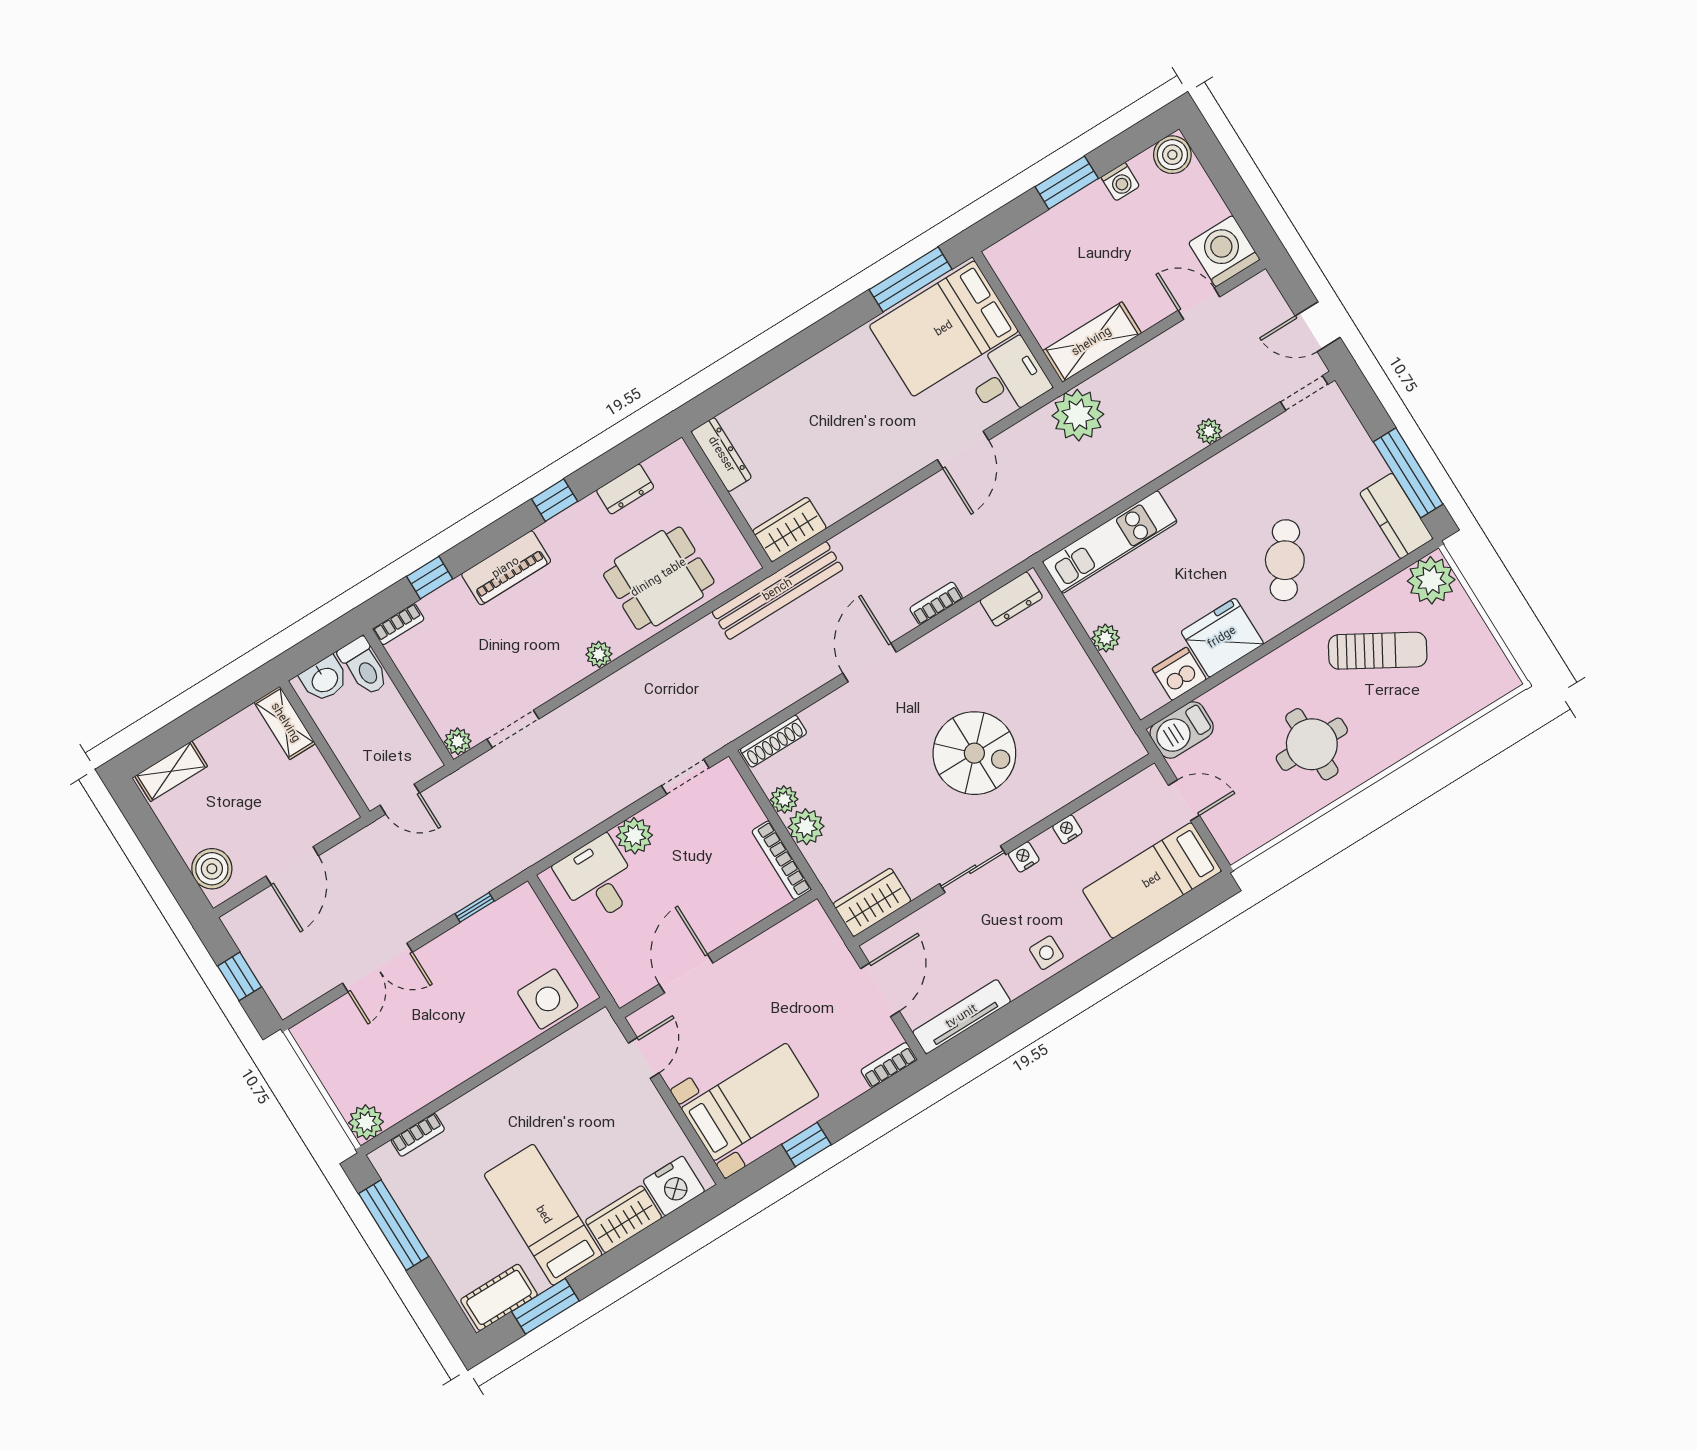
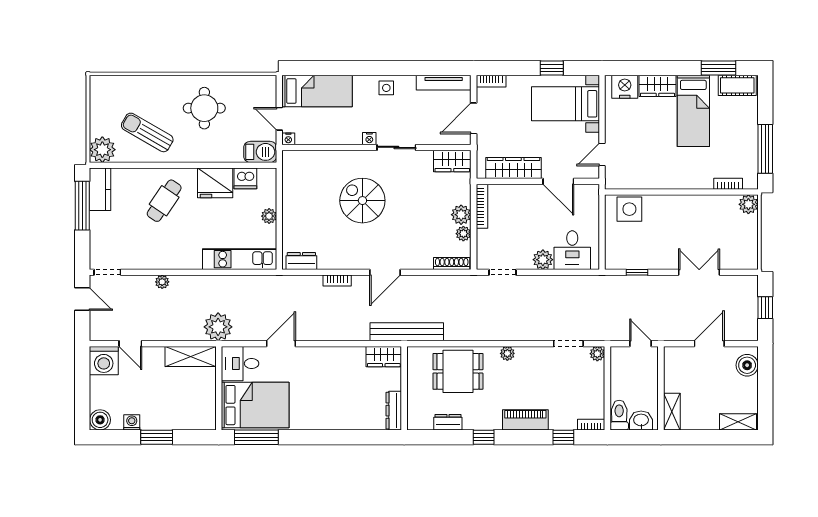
nightstand: (1067, 829) -> (288, 139), moved
wardrobe: (769, 951) -> (513, 168), added
door: (686, 974) -> (558, 181), hinge flipped

